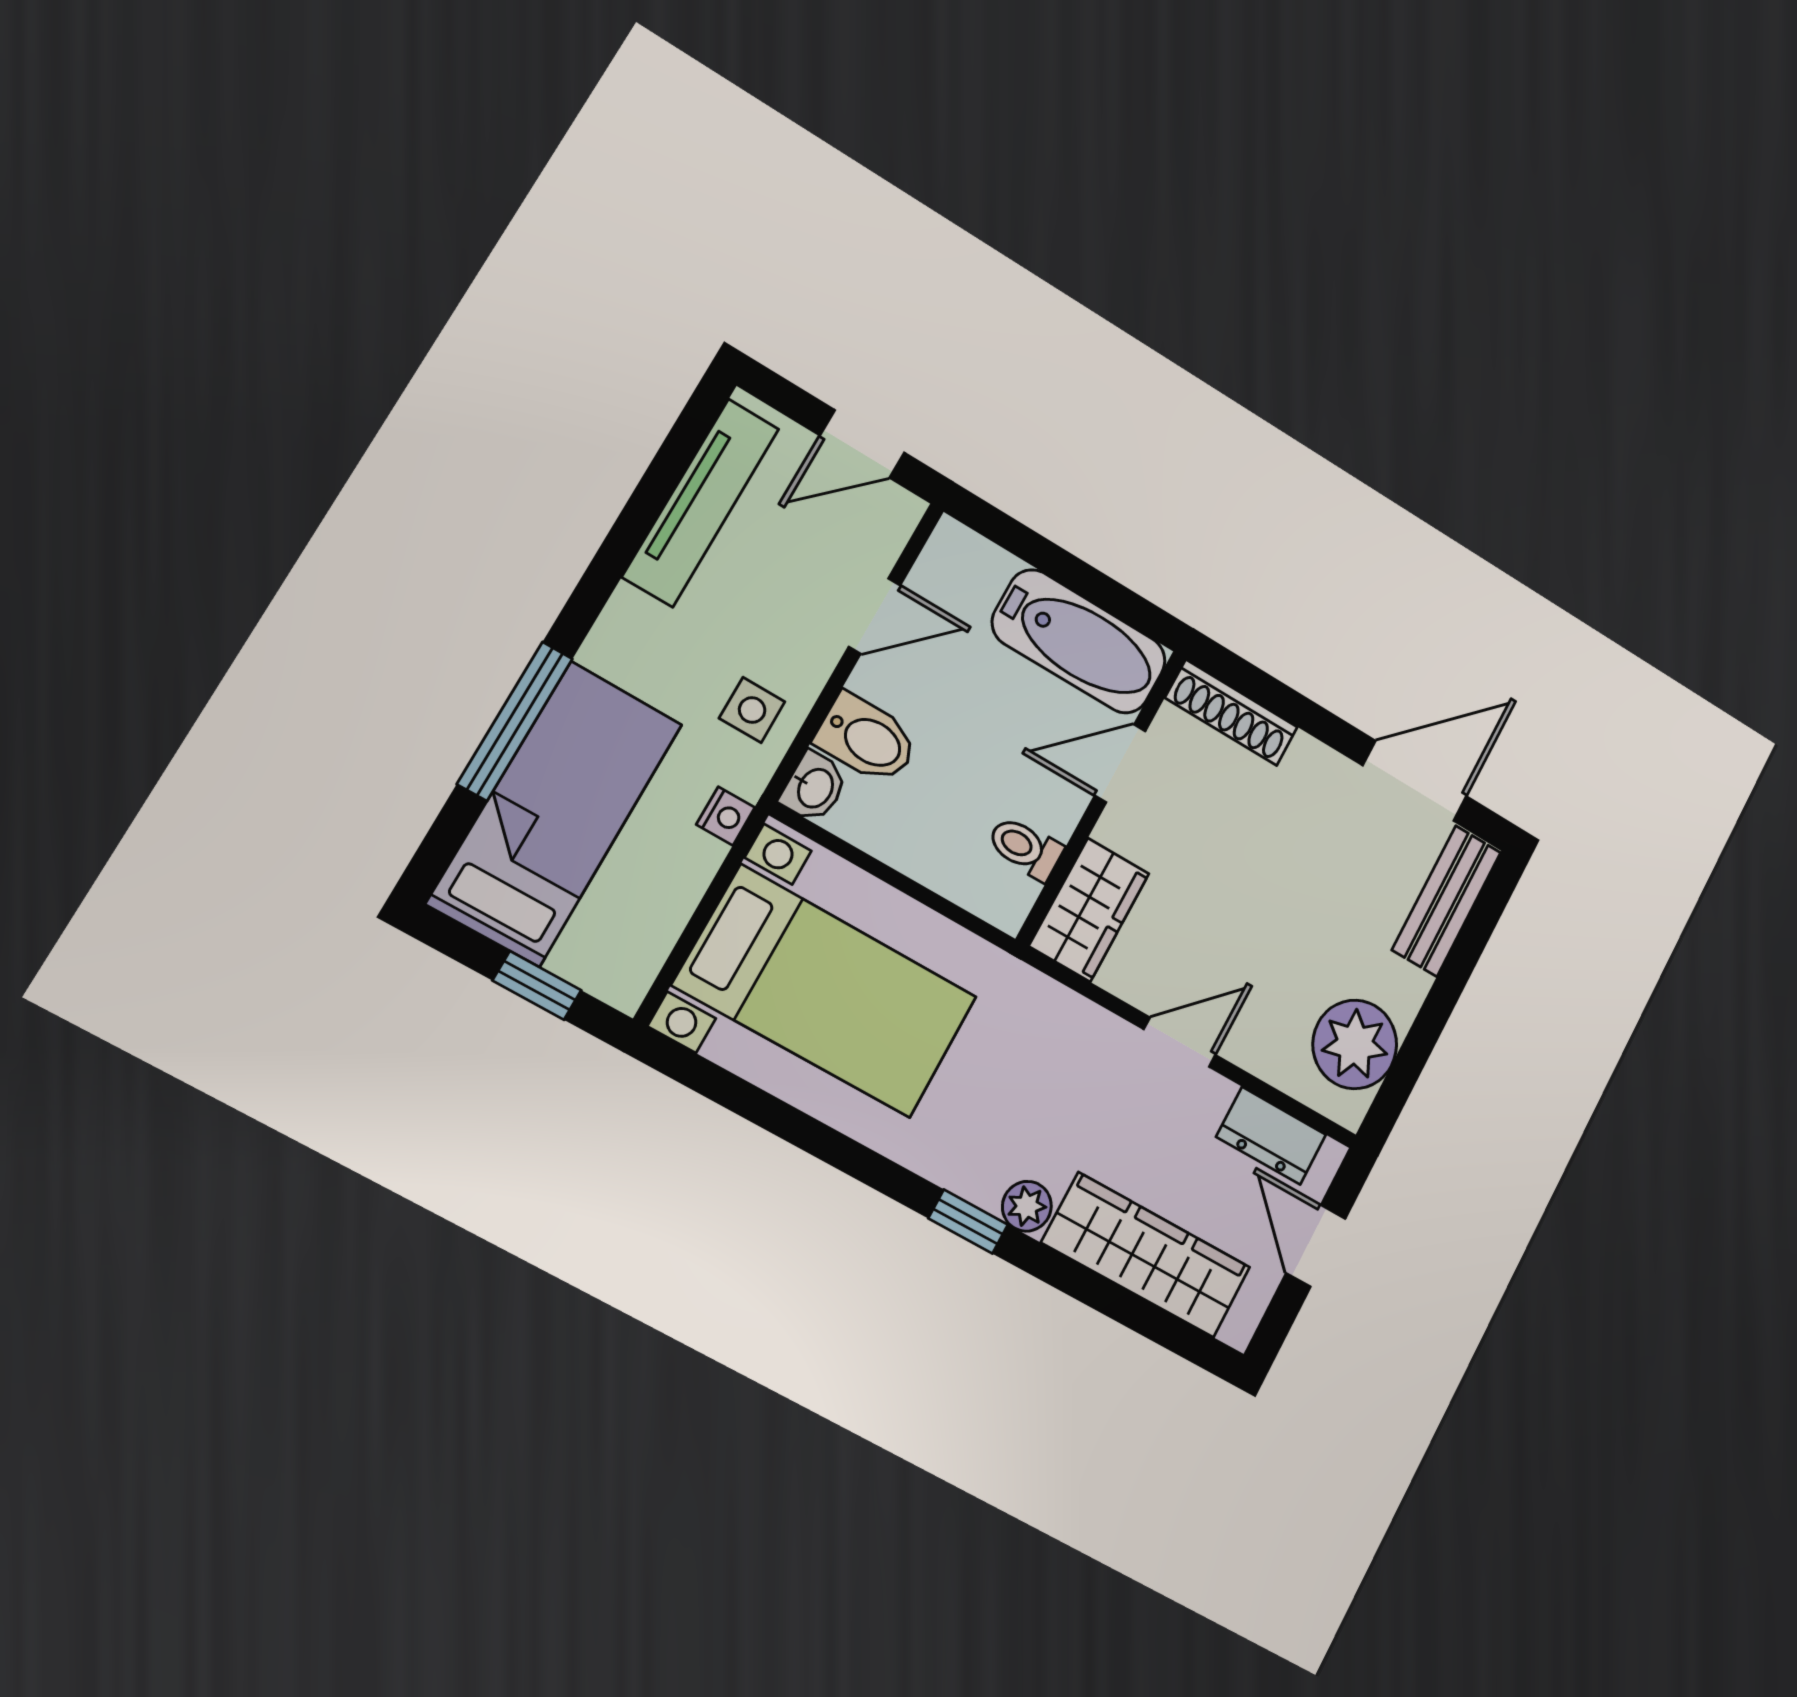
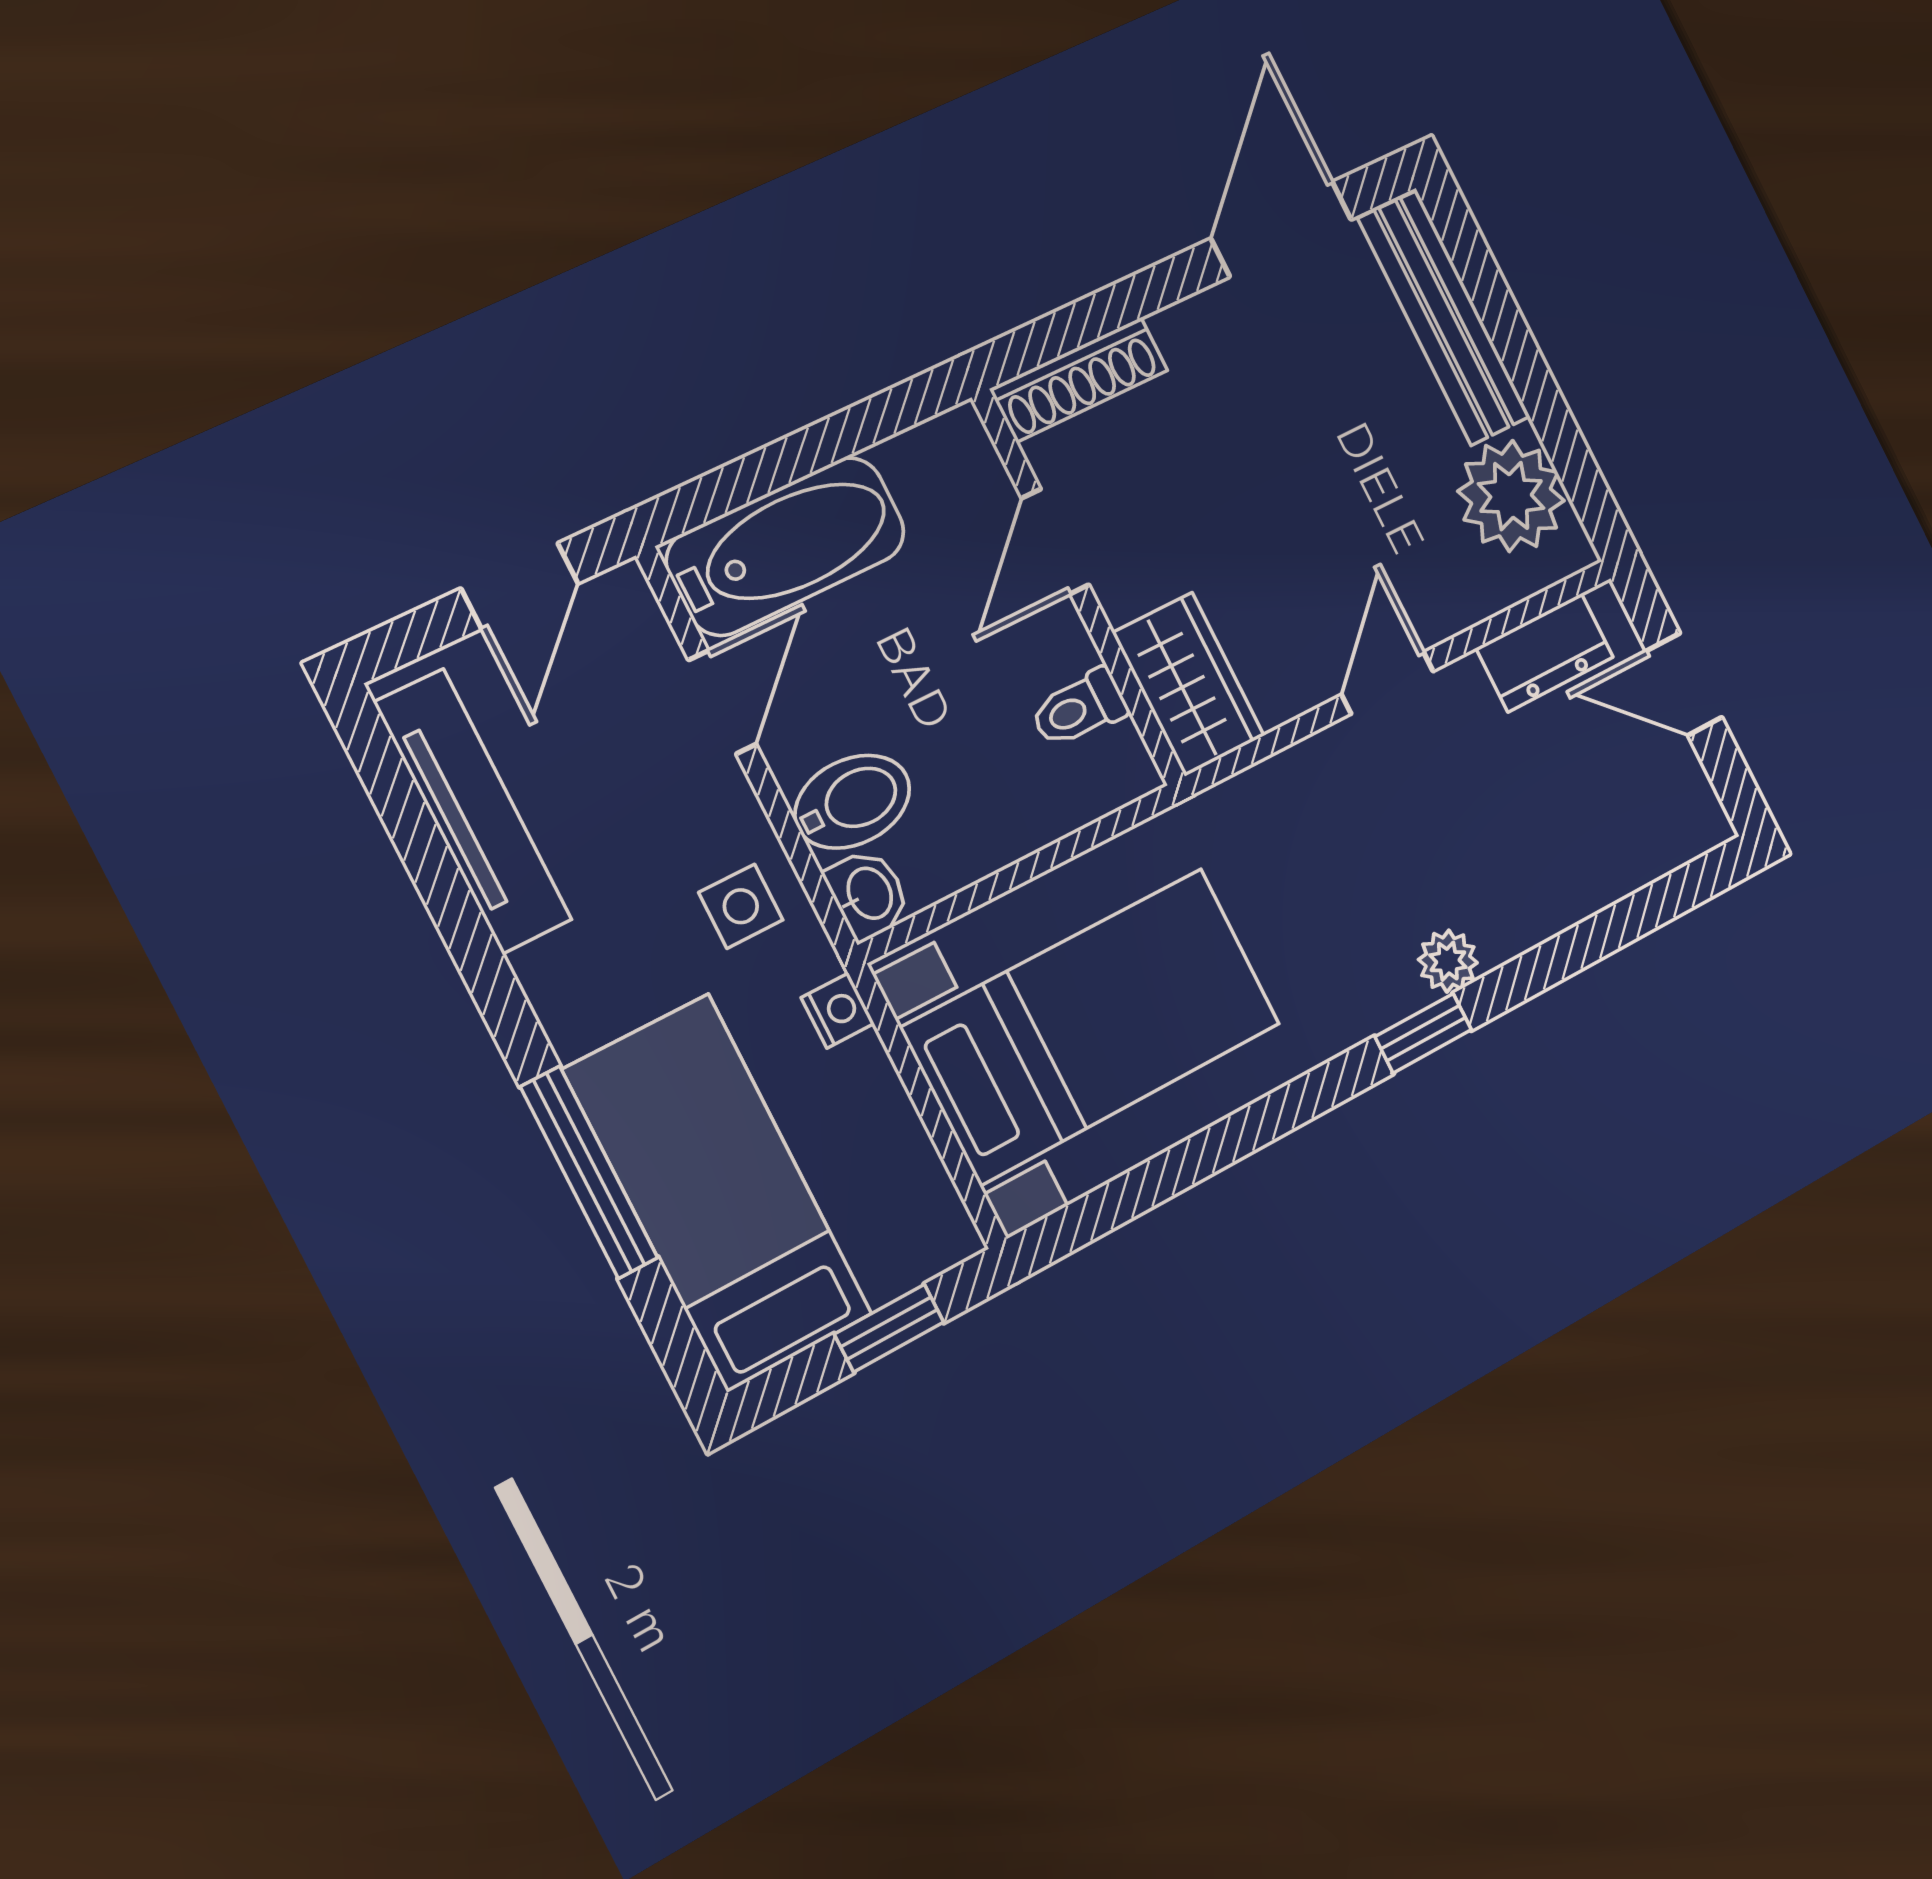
bathtub: (1079, 642) -> (786, 546), moved
bench: (1446, 901) -> (1444, 318), width x1.36
wardrobe: (1146, 1255) -> (1577, 869), removed

